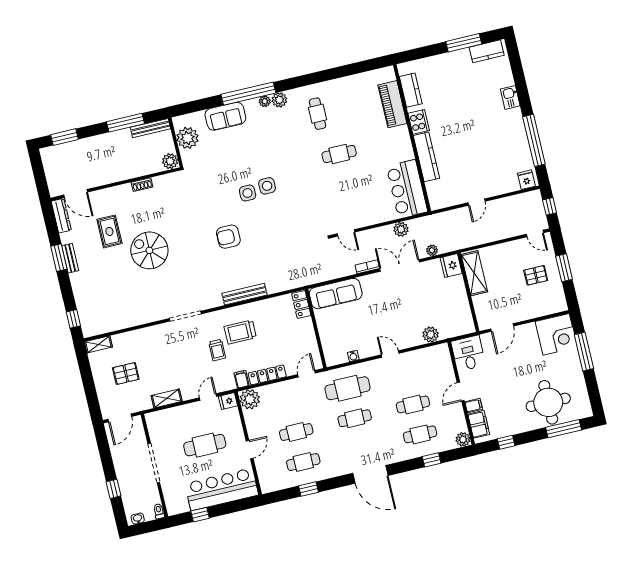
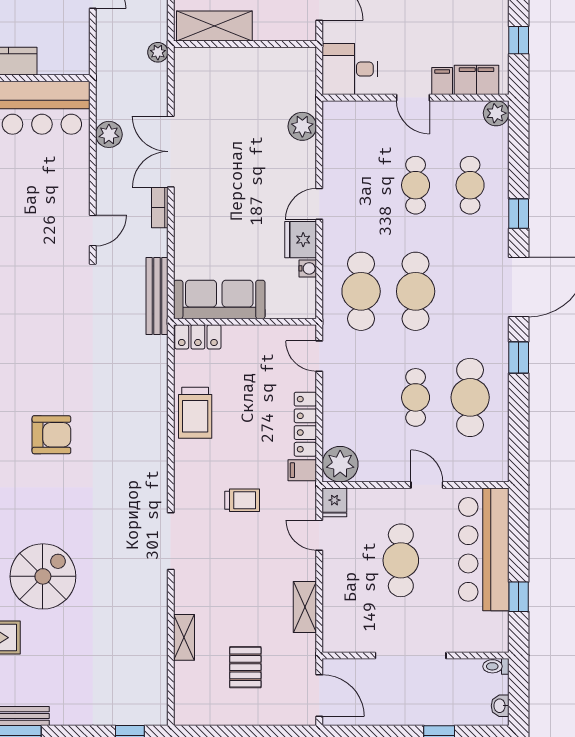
armchair: (228, 237) -> (51, 435), turned -90
spiral stairs: (149, 250) -> (43, 576), turned 180
plant: (432, 250) -> (158, 52), moved
fridge: (451, 266) -> (301, 240), moved, turned 90
bench: (244, 294) -> (157, 296), moved
sofa: (336, 294) -> (219, 299), moved, turned -90
trolley: (240, 332) -> (195, 413), moved
shelving: (98, 344) -> (184, 637), moved
cafe table: (355, 418) -> (416, 291), width x1.37, depth x1.35
window: (432, 460) -> (519, 214), moved
cafe table: (303, 462) -> (470, 397), width x1.37, depth x1.35
window: (309, 489) -> (519, 358), moved

